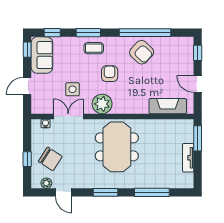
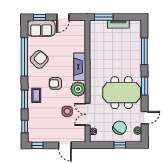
sofa: (42, 55) -> (41, 28), moved, turned 180
fireplace: (168, 106) -> (80, 67), moved
meeting table: (117, 147) -> (122, 93), moved

